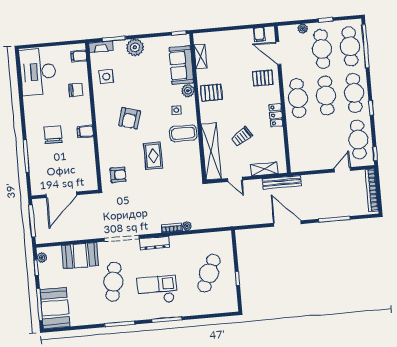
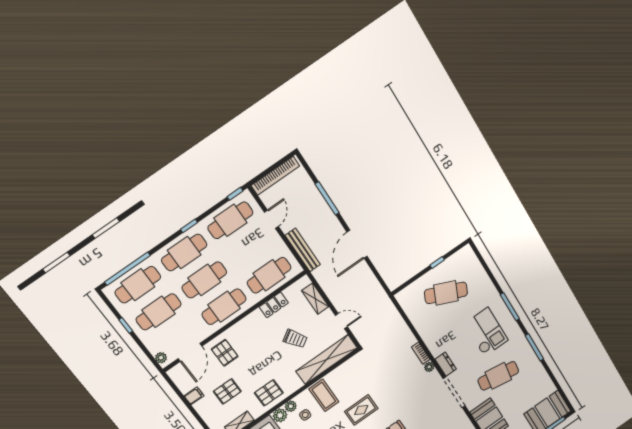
plant: (303, 29) -> (161, 358), moved
filing cabinet: (259, 34) -> (194, 396), moved
pallet: (232, 62) -> (227, 391), added
pallet: (211, 93) -> (269, 393), turned 90
plant: (190, 103) -> (291, 406), added
locker: (276, 115) -> (274, 305), moved
cafe table: (302, 145) -> (269, 275), added
door: (342, 170) -> (271, 219), swing flipped
door: (235, 179) -> (341, 321), hinge flipped
bench: (282, 182) -> (303, 250), moved
plant: (187, 226) -> (429, 367), moved
dresser: (155, 243) -> (446, 364), width x0.70
checkout: (157, 290) -> (486, 332), turned 180

